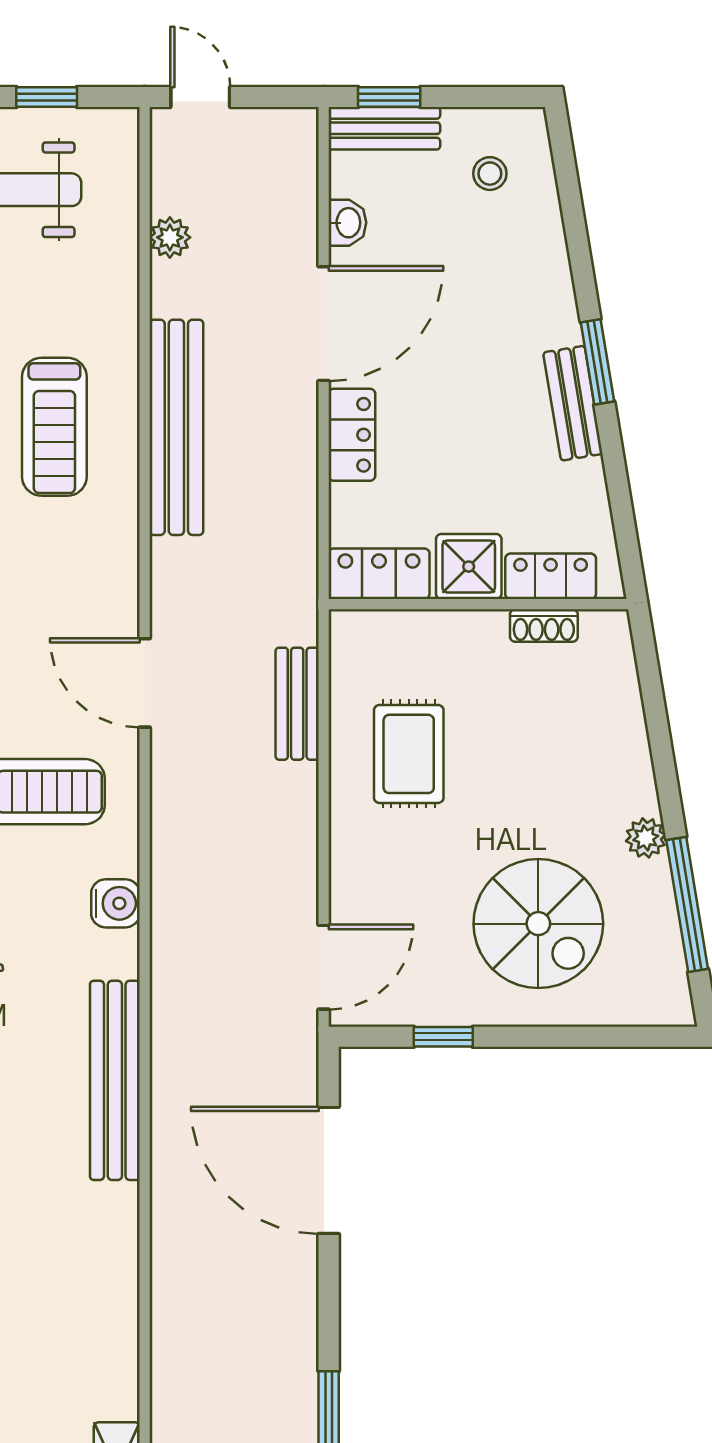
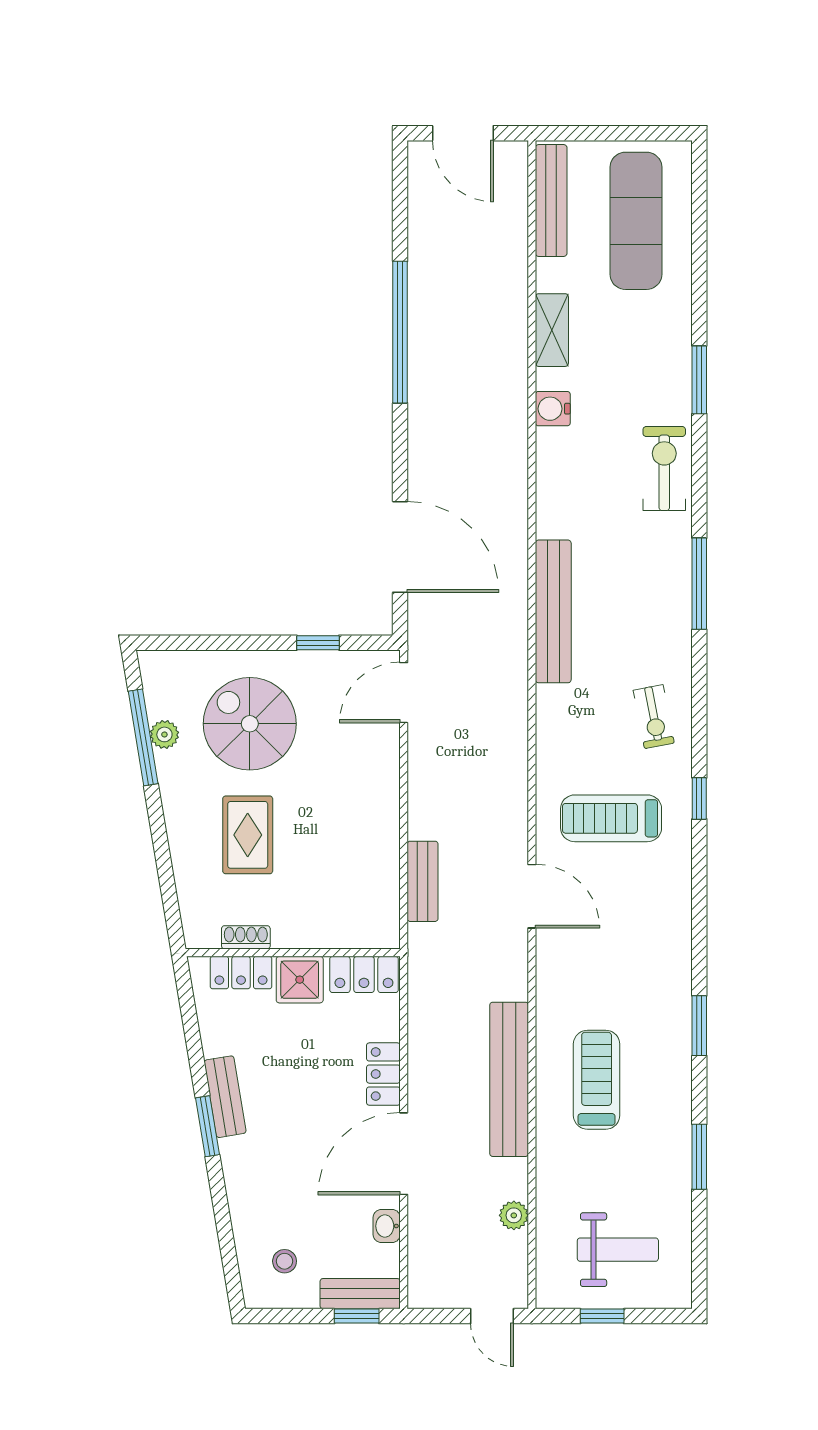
rug: (409, 754) -> (248, 835), moved
plant: (646, 838) -> (164, 734), moved
water cooler: (115, 903) -> (553, 409), moved

